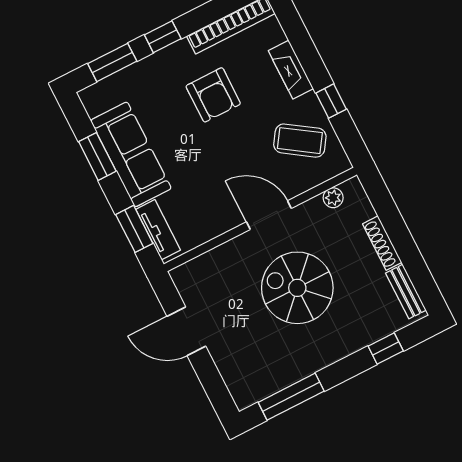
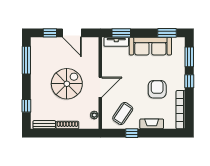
armchair: (213, 95) -> (157, 89), turned 90
window: (97, 156) -> (167, 33), moved
door: (186, 331) -> (72, 33), swing flipped
window: (210, 377) -> (50, 33), added

